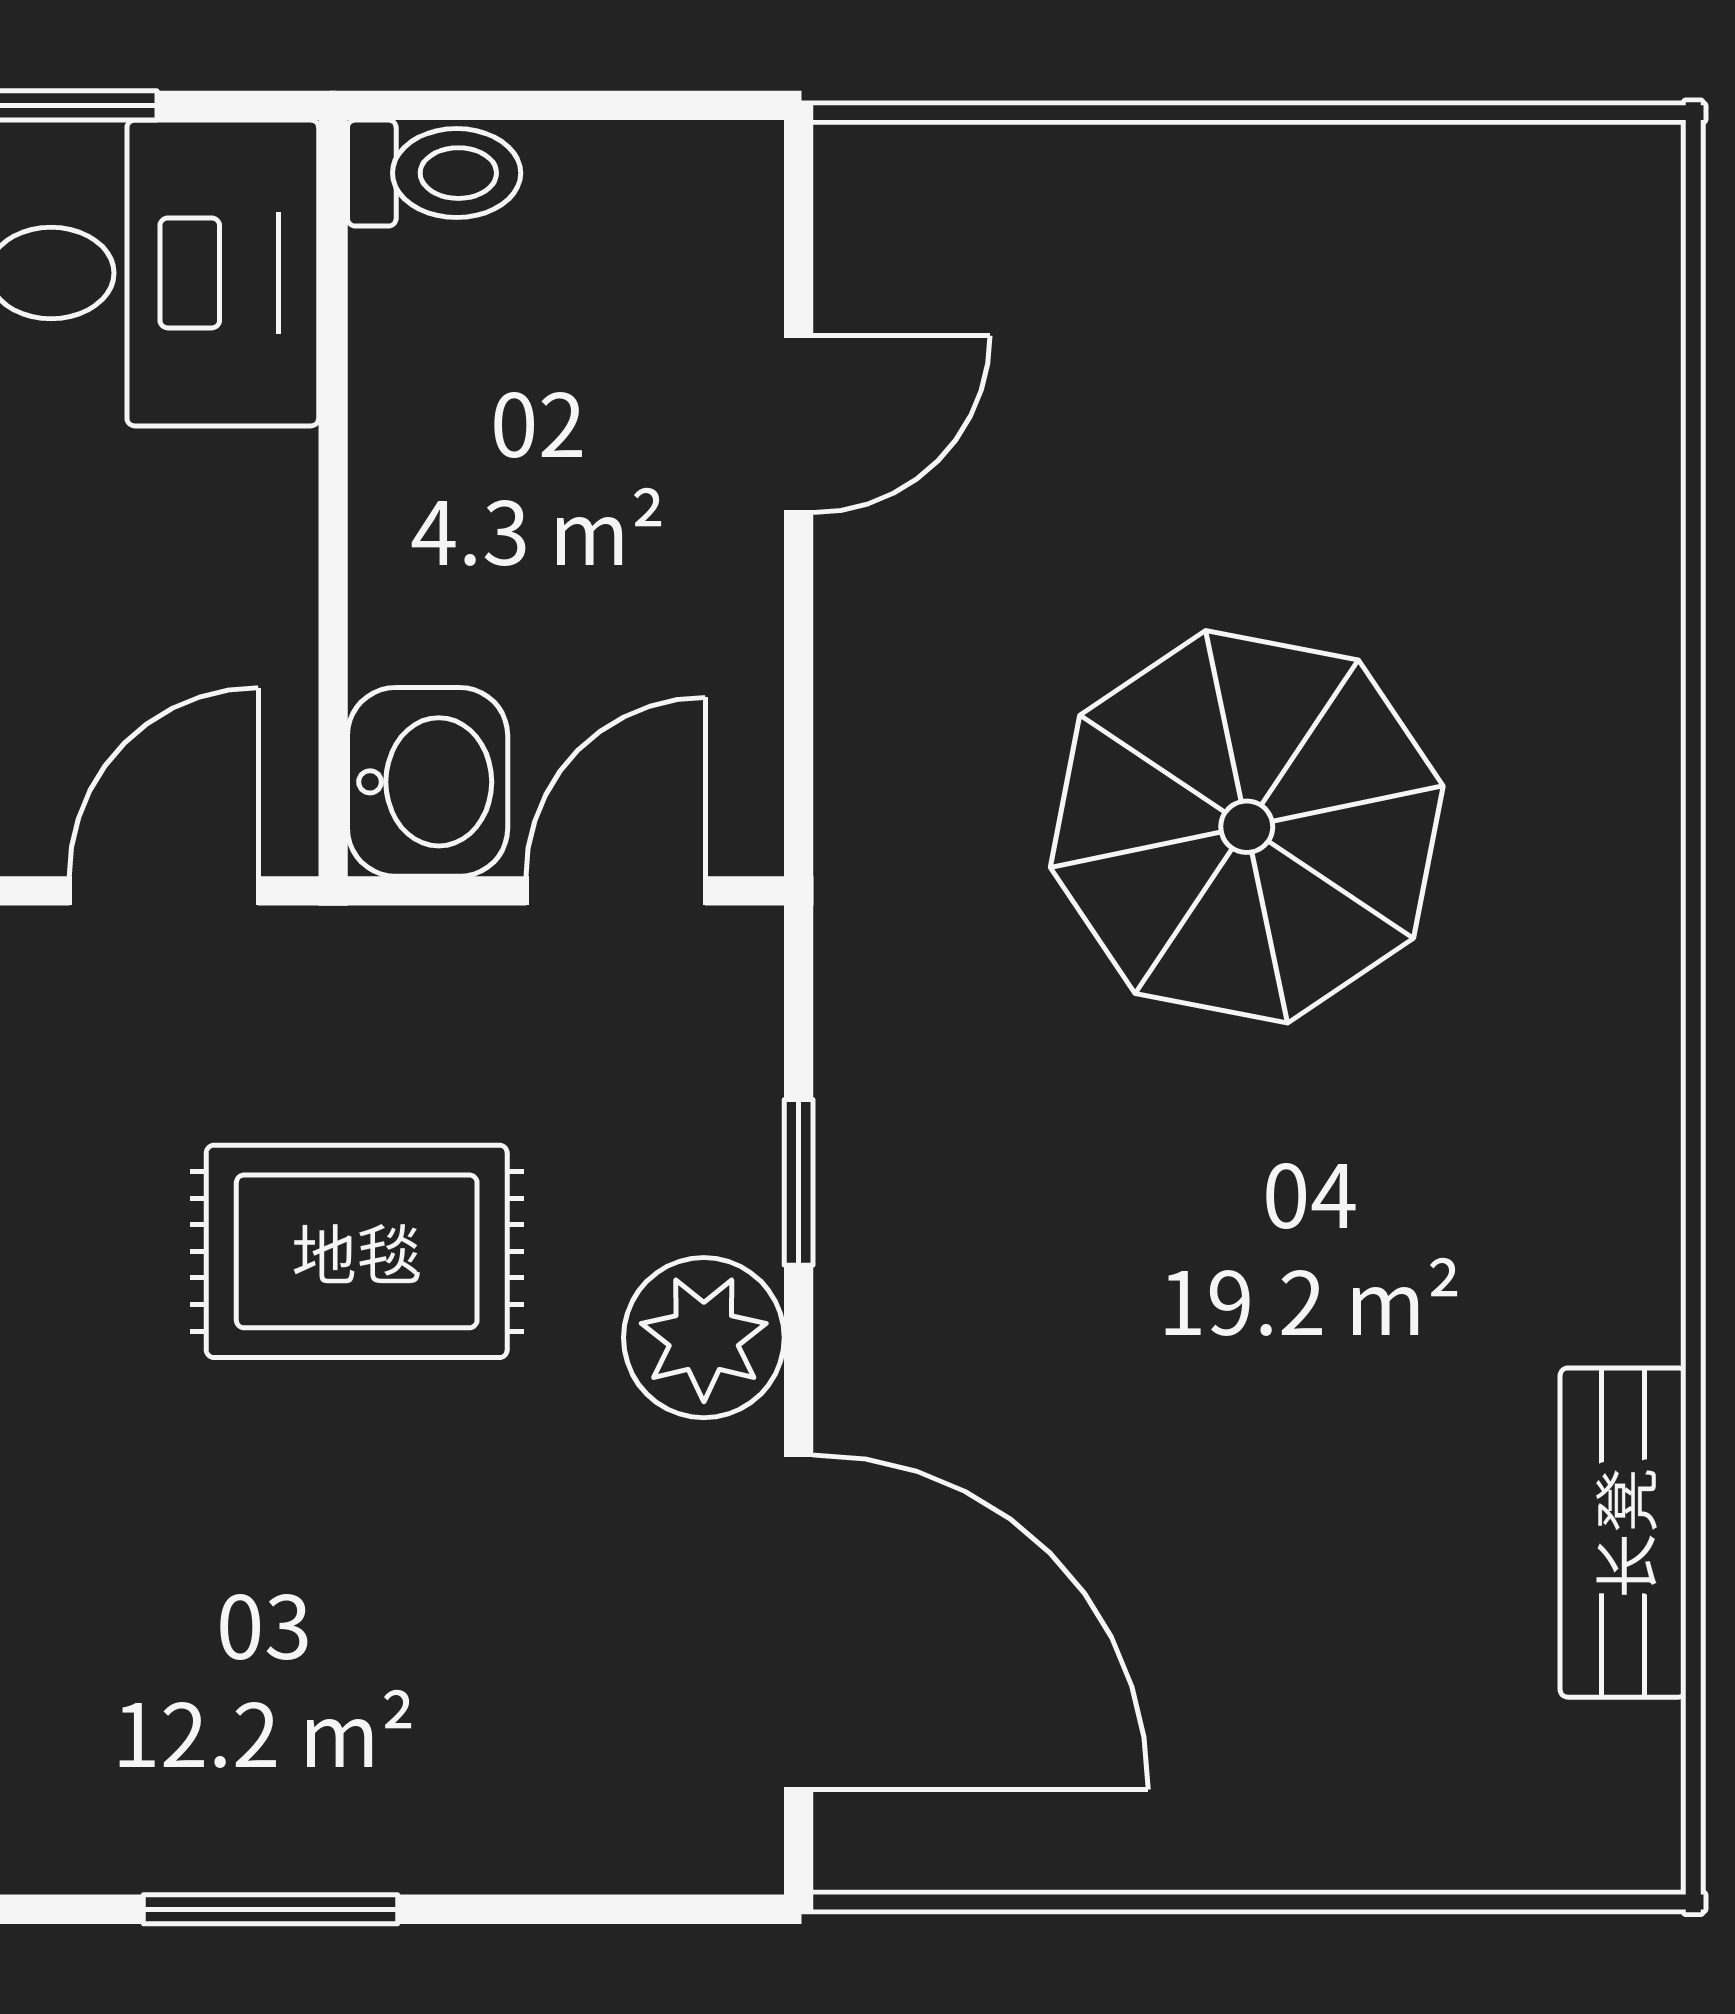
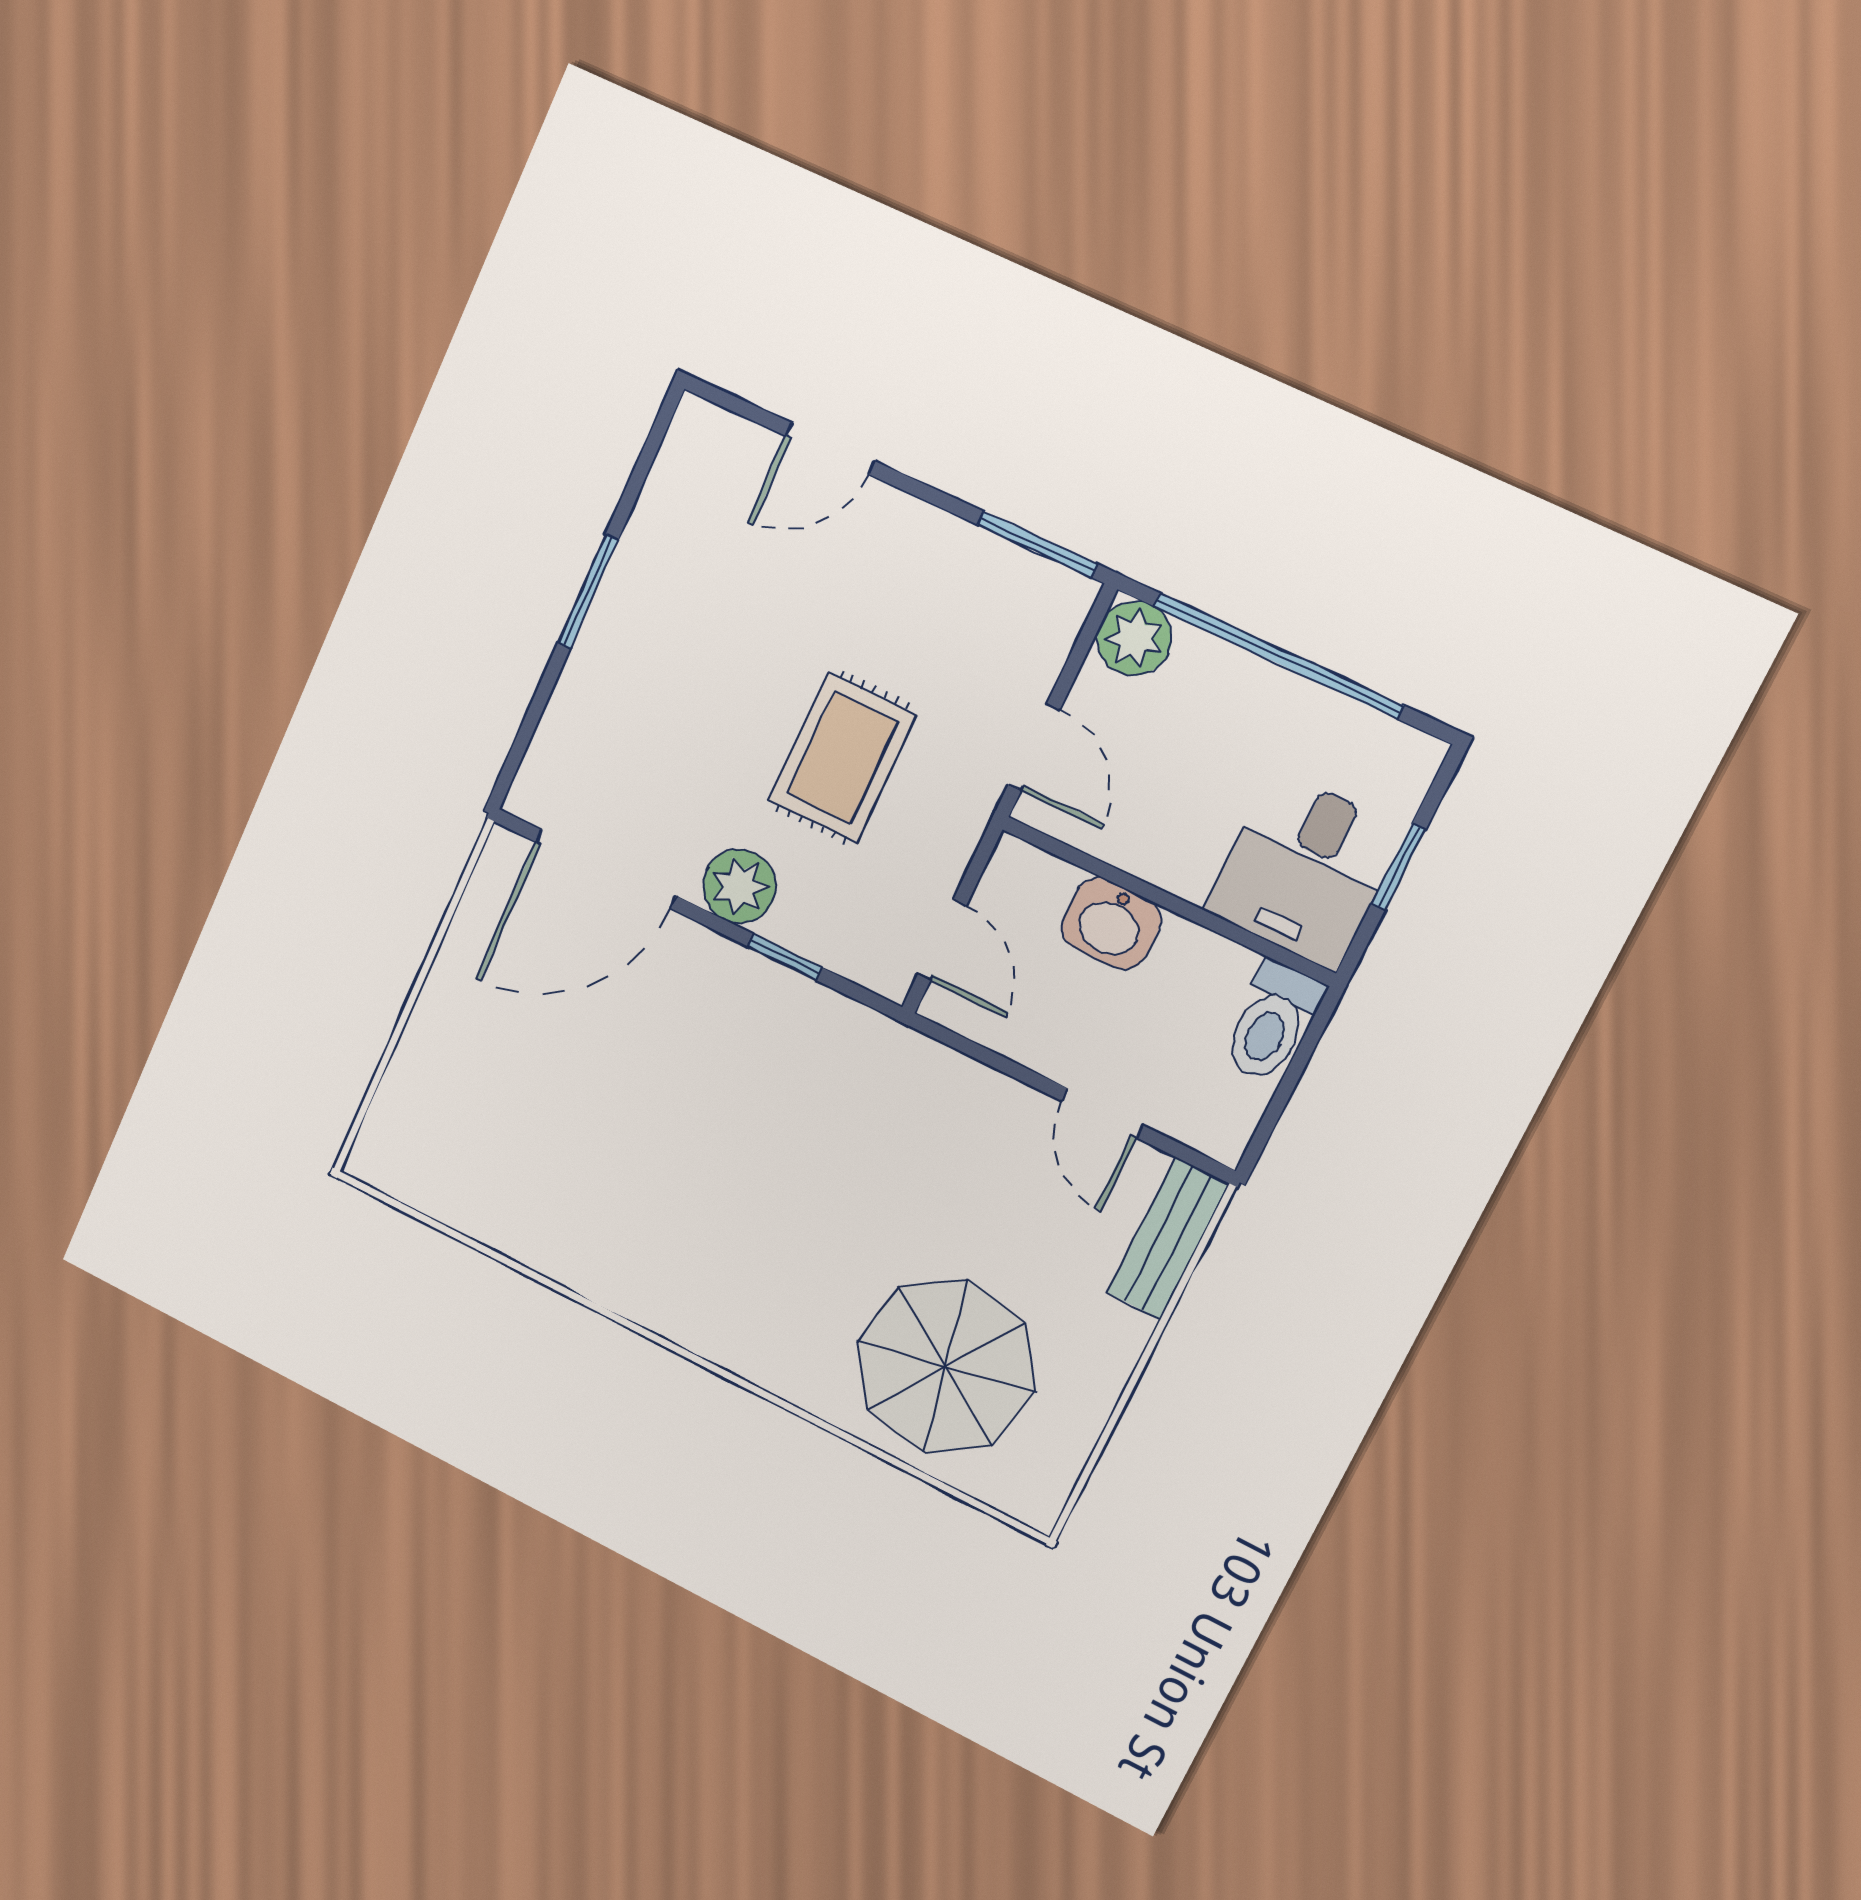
toilet: (434, 173) -> (1272, 1022), width x1.37, depth x1.39
washbasin: (428, 782) -> (1111, 924), moved
parasol: (1247, 827) -> (946, 1367), moved
bench: (1623, 1533) -> (1168, 1238), moved, turned 90

